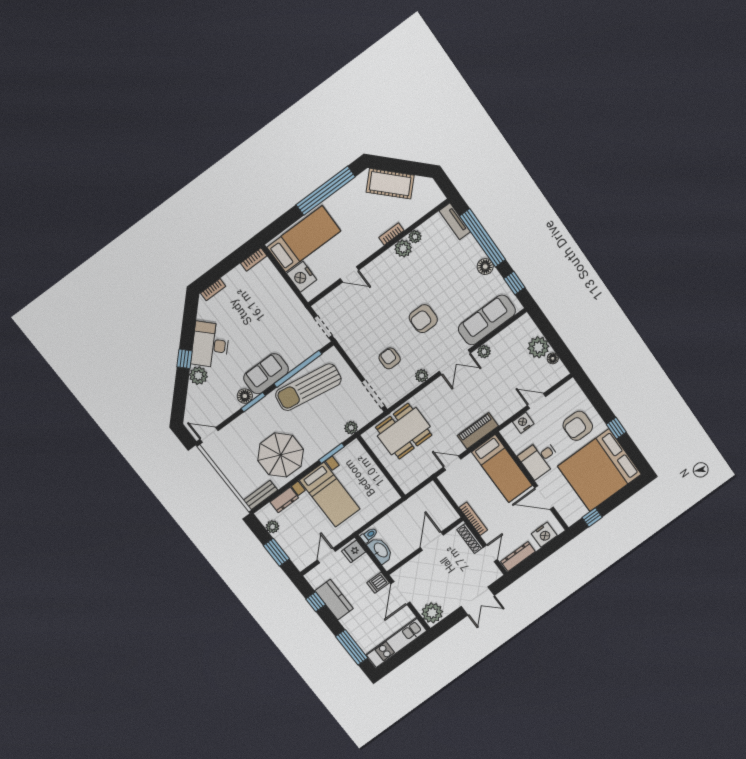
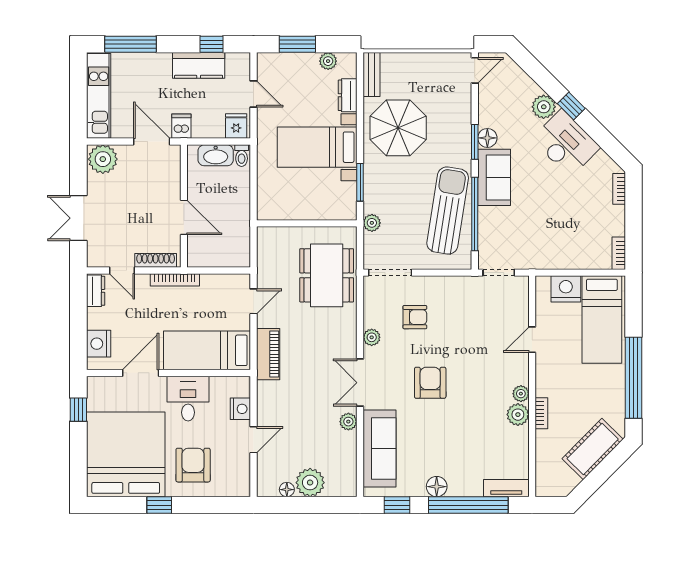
plant: (415, 237) -> (521, 394), moved
dresser: (518, 556) -> (96, 291), width x0.70

